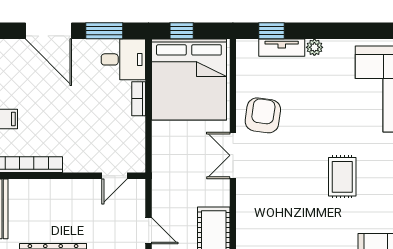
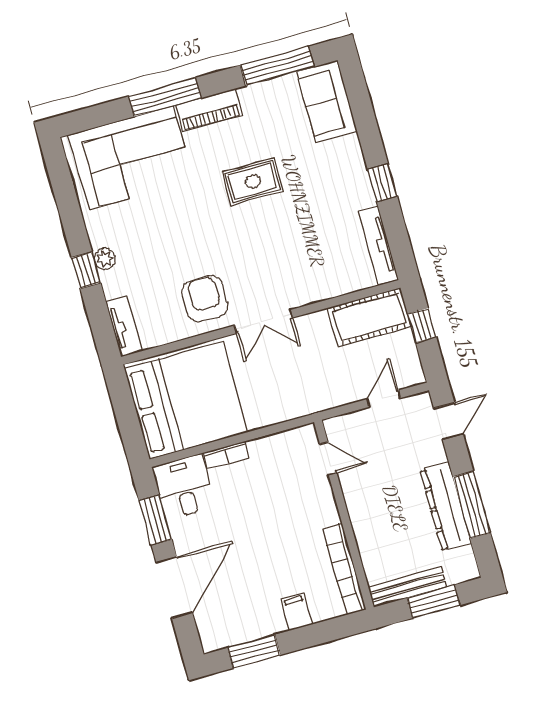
window: (182, 31) -> (129, 426), removed
window: (272, 31) -> (86, 270), moved
tv unit: (282, 48) -> (124, 326), moved
armchair: (263, 115) -> (205, 299), turned 82

